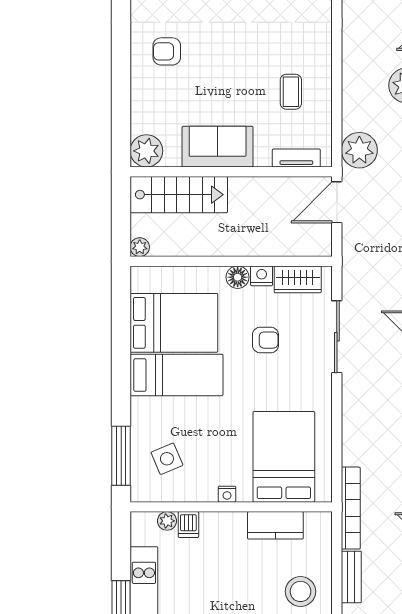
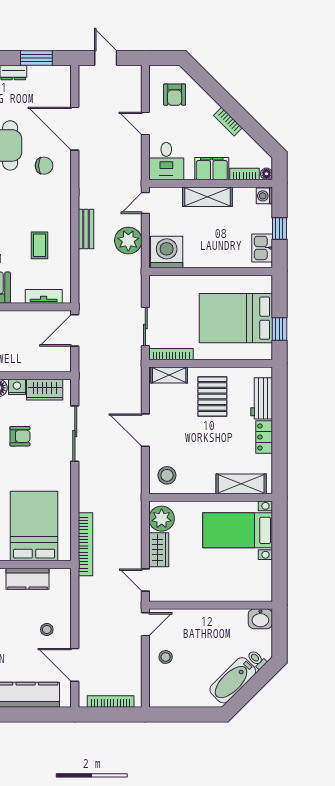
plant: (359, 150) -> (92, 290), removed
bookcase: (351, 508) -> (85, 544), moved
bench: (351, 577) -> (86, 229), moved
stool: (300, 591) -> (47, 630), width x0.53, depth x0.53

